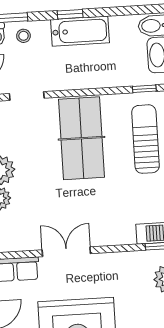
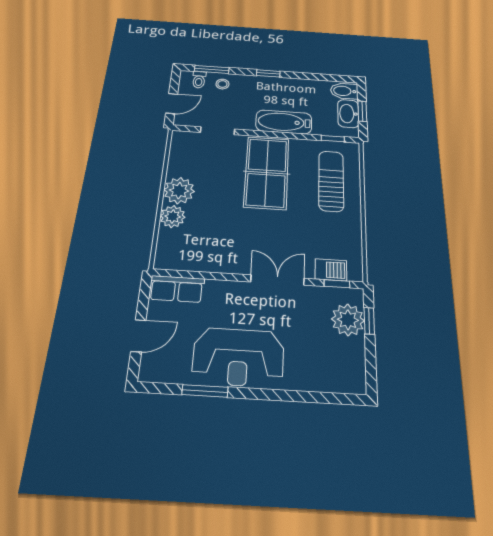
bathtub: (80, 31) -> (284, 122), moved, turned 180
double door: (66, 252) -> (277, 280), moved

